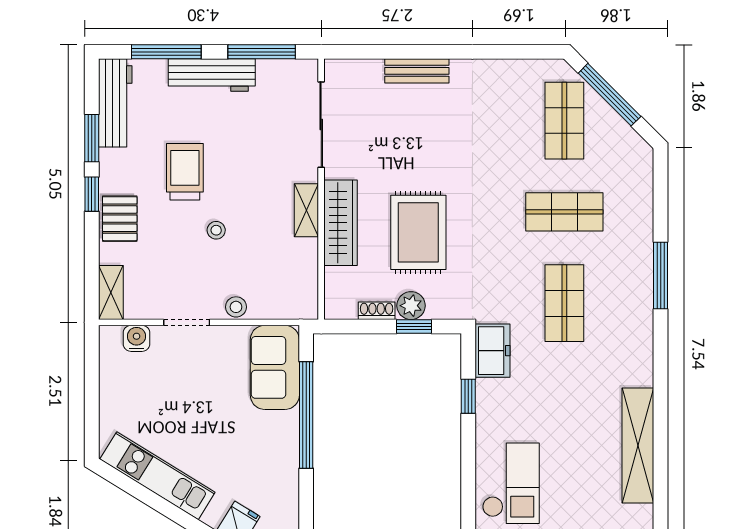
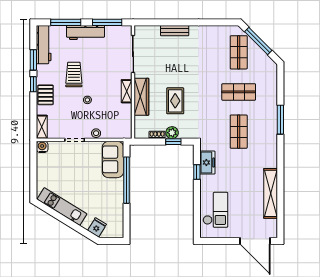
rug: (418, 232) -> (175, 101), width x0.73, depth x0.70
water cooler: (137, 338) -> (42, 147), moved
freezer: (492, 351) -> (207, 163), moved

